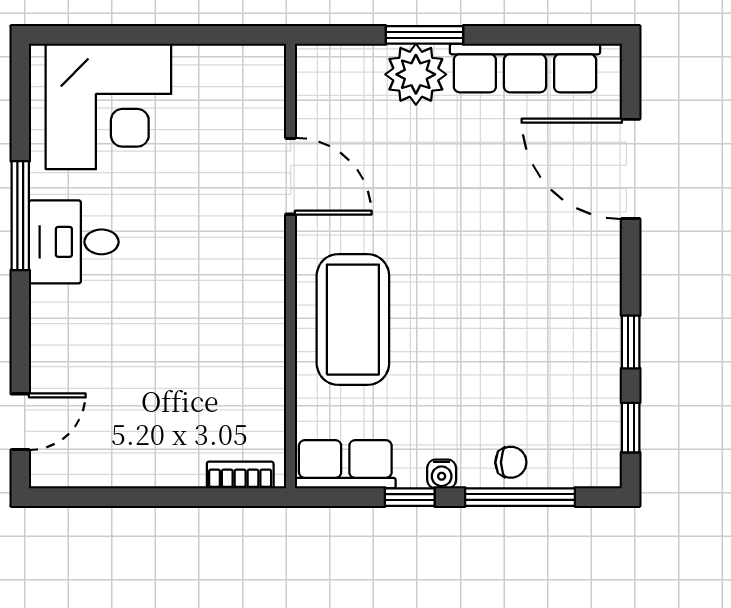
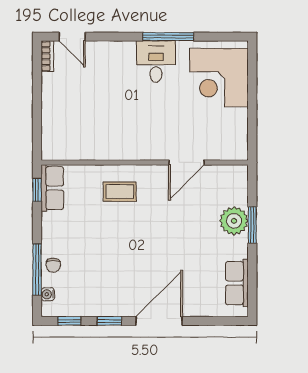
row of seats: (525, 68) -> (237, 283), width x0.68
door: (631, 169) -> (159, 321), moved
coffee table: (353, 320) -> (120, 192), width x0.54, depth x0.58
water cooler: (442, 474) -> (48, 294), moved
bookcase: (240, 475) -> (47, 56), moved
window: (410, 497) -> (37, 190), moved

